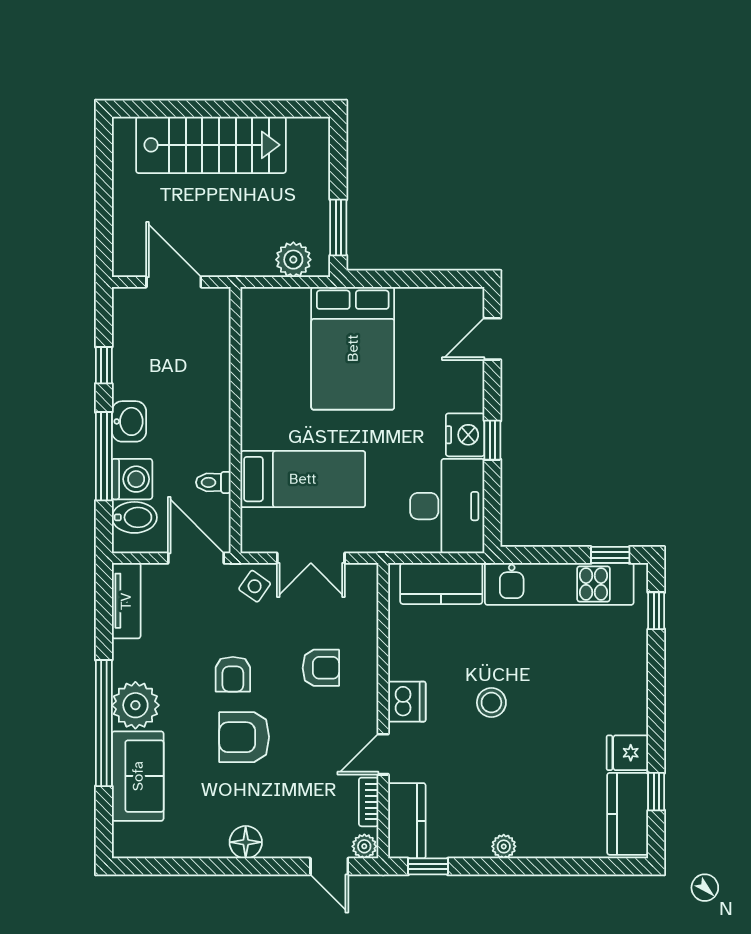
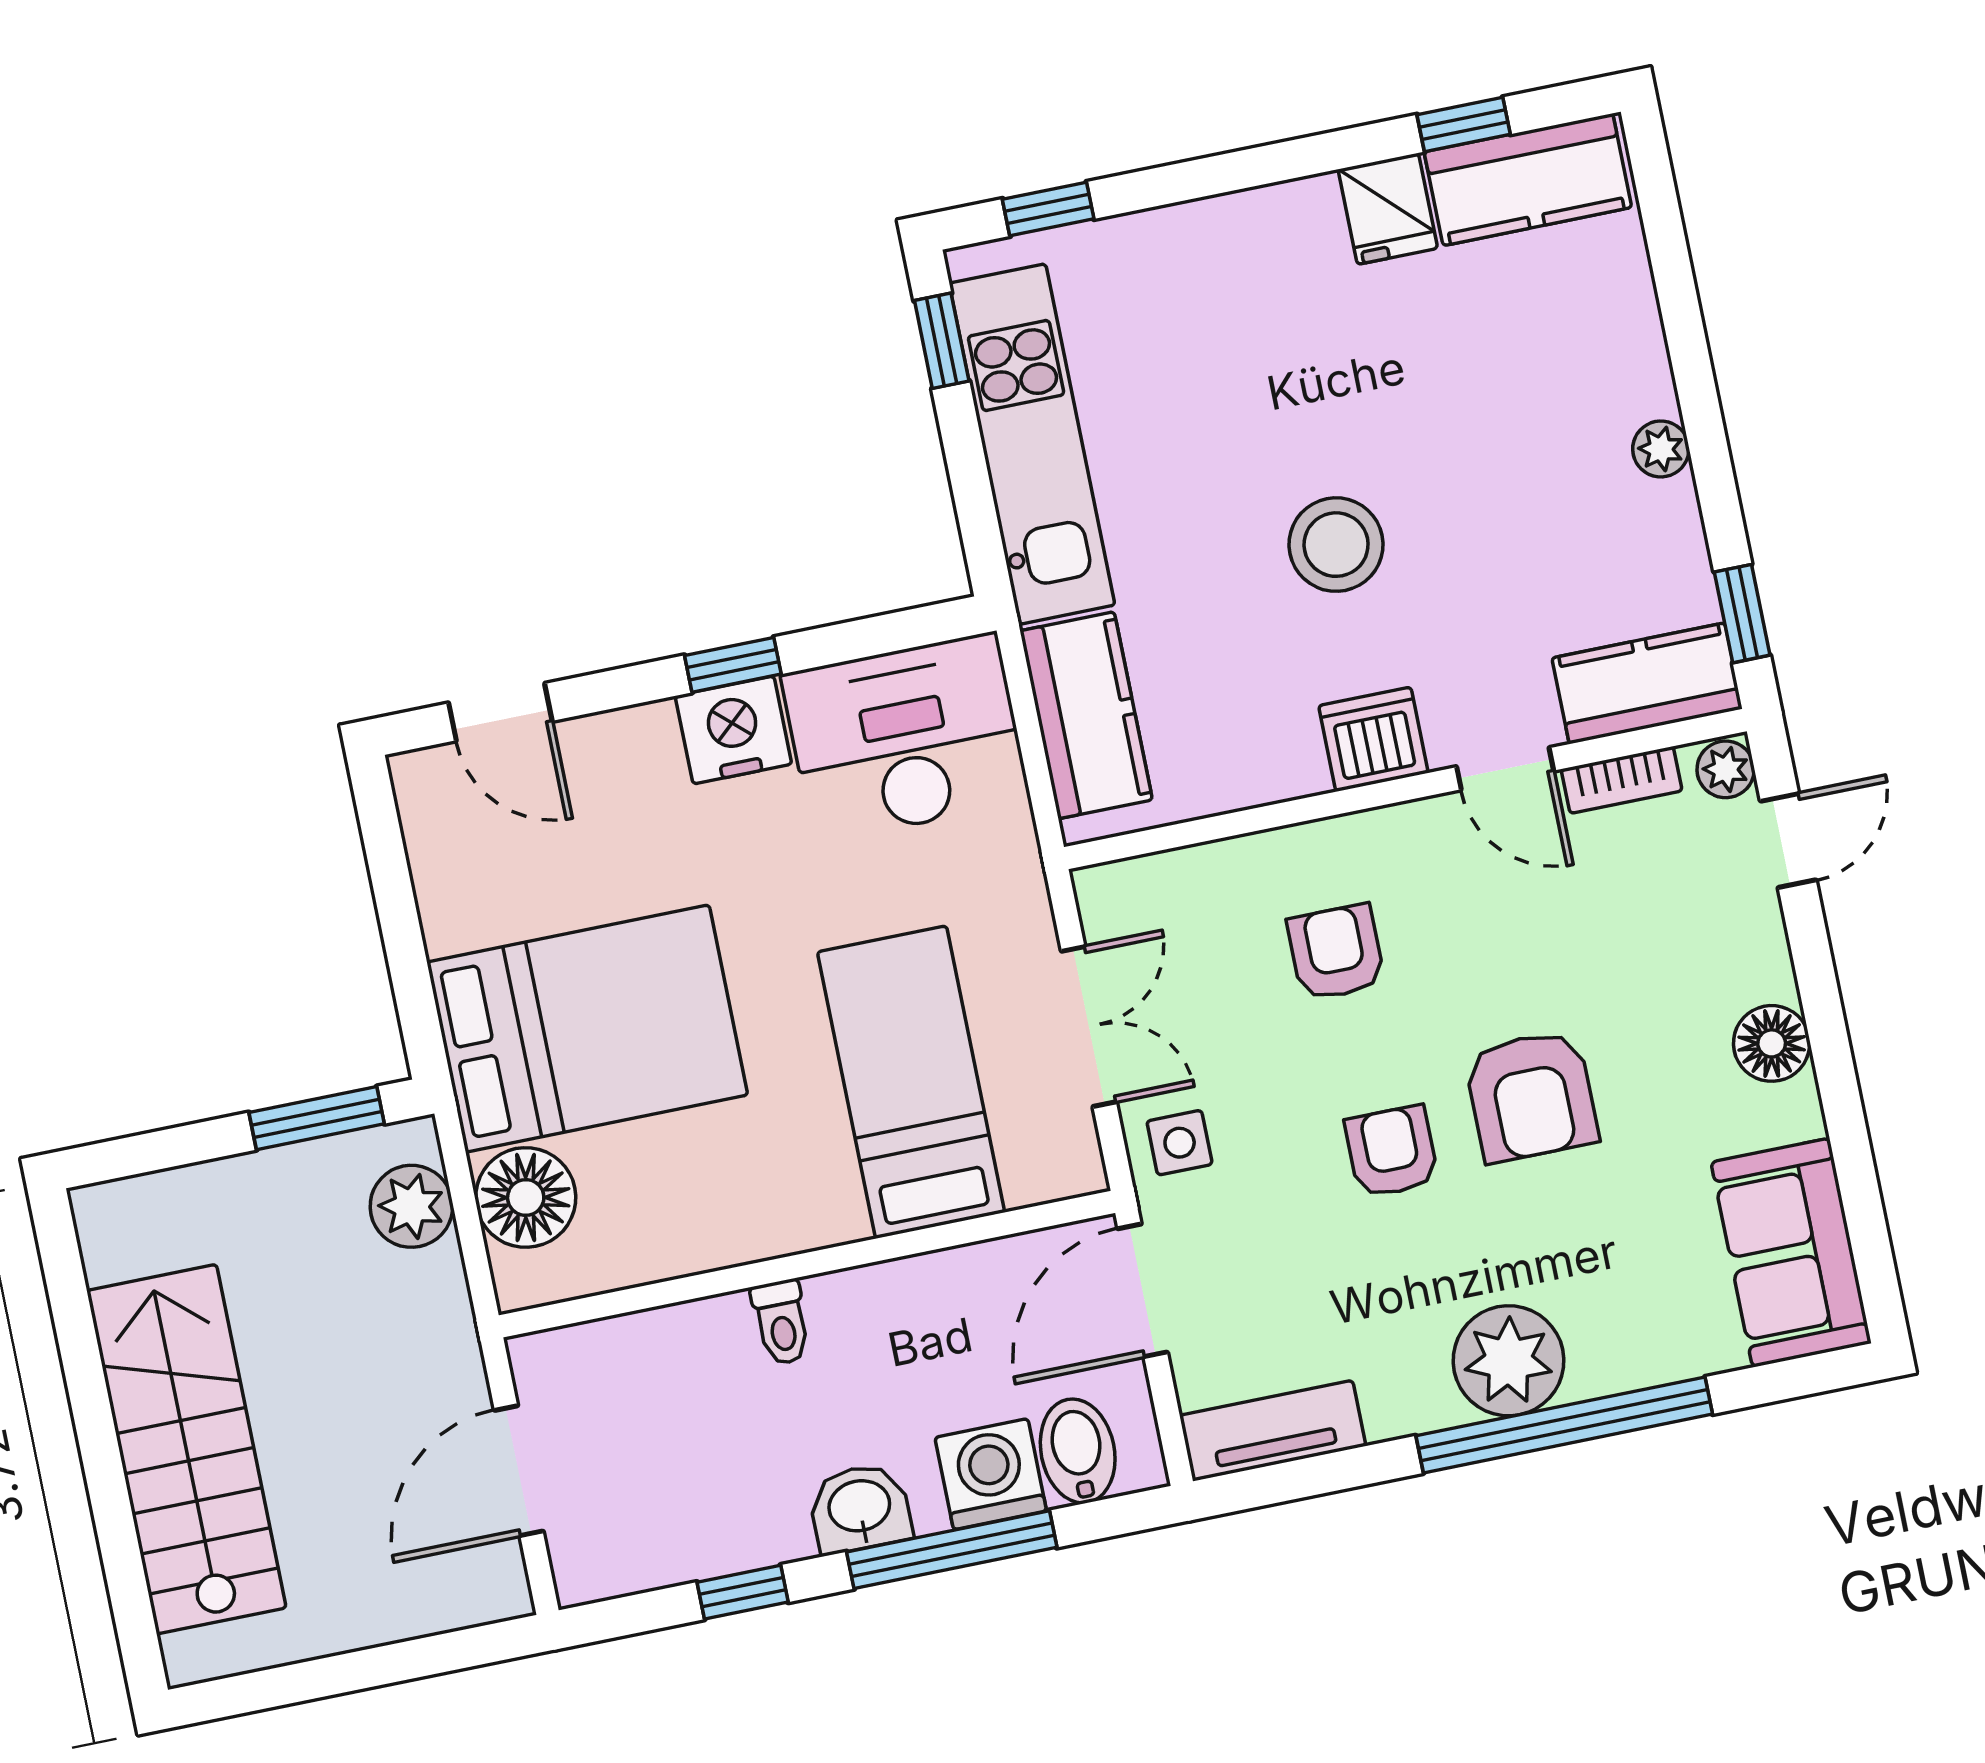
floor lamp: (287, 308) -> (526, 1197), added
toilet: (213, 482) -> (781, 1322), moved
side table: (255, 586) -> (1180, 1143), turned -35
armchair: (233, 674) -> (1392, 1152), turned -90
stool: (491, 703) -> (1336, 545), width x1.38, depth x1.38
sofa: (138, 776) -> (1791, 1253), moved, turned -90

